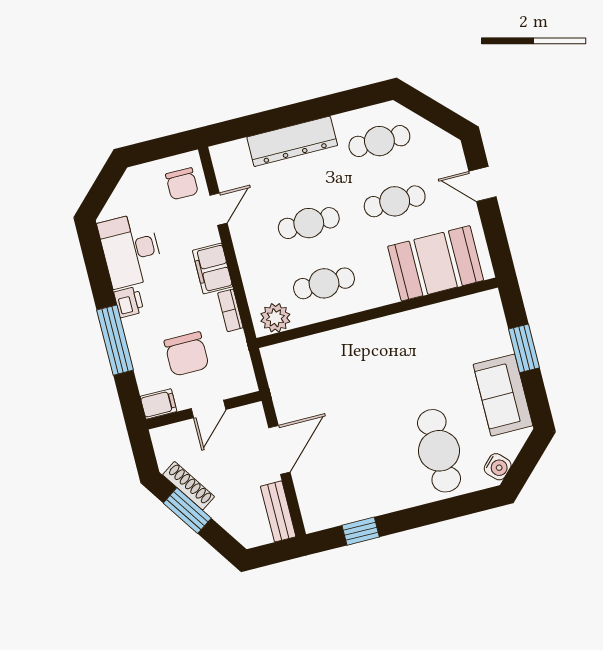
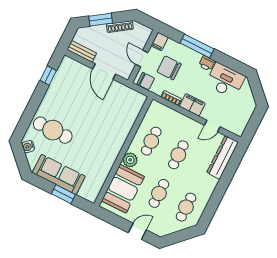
dresser: (292, 141) -> (223, 157), moved
chair: (182, 184) -> (146, 81), moved, turned 180
door: (218, 209) -> (212, 126), hinge flipped
plant: (275, 318) -> (130, 160), moved
sofa: (503, 395) -> (59, 174), width x1.36
window: (187, 511) -> (101, 20), moved

